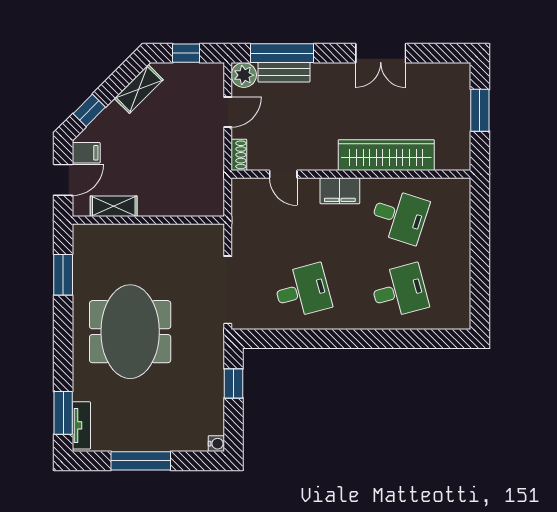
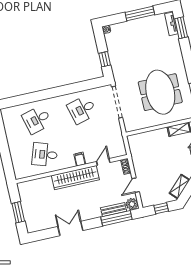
wardrobe: (386, 155) -> (75, 178), moved
door: (283, 174) -> (103, 162), hinge flipped
filing cabinet: (340, 191) -> (80, 159), width x0.50
meeting table: (130, 332) -> (160, 92), moved

